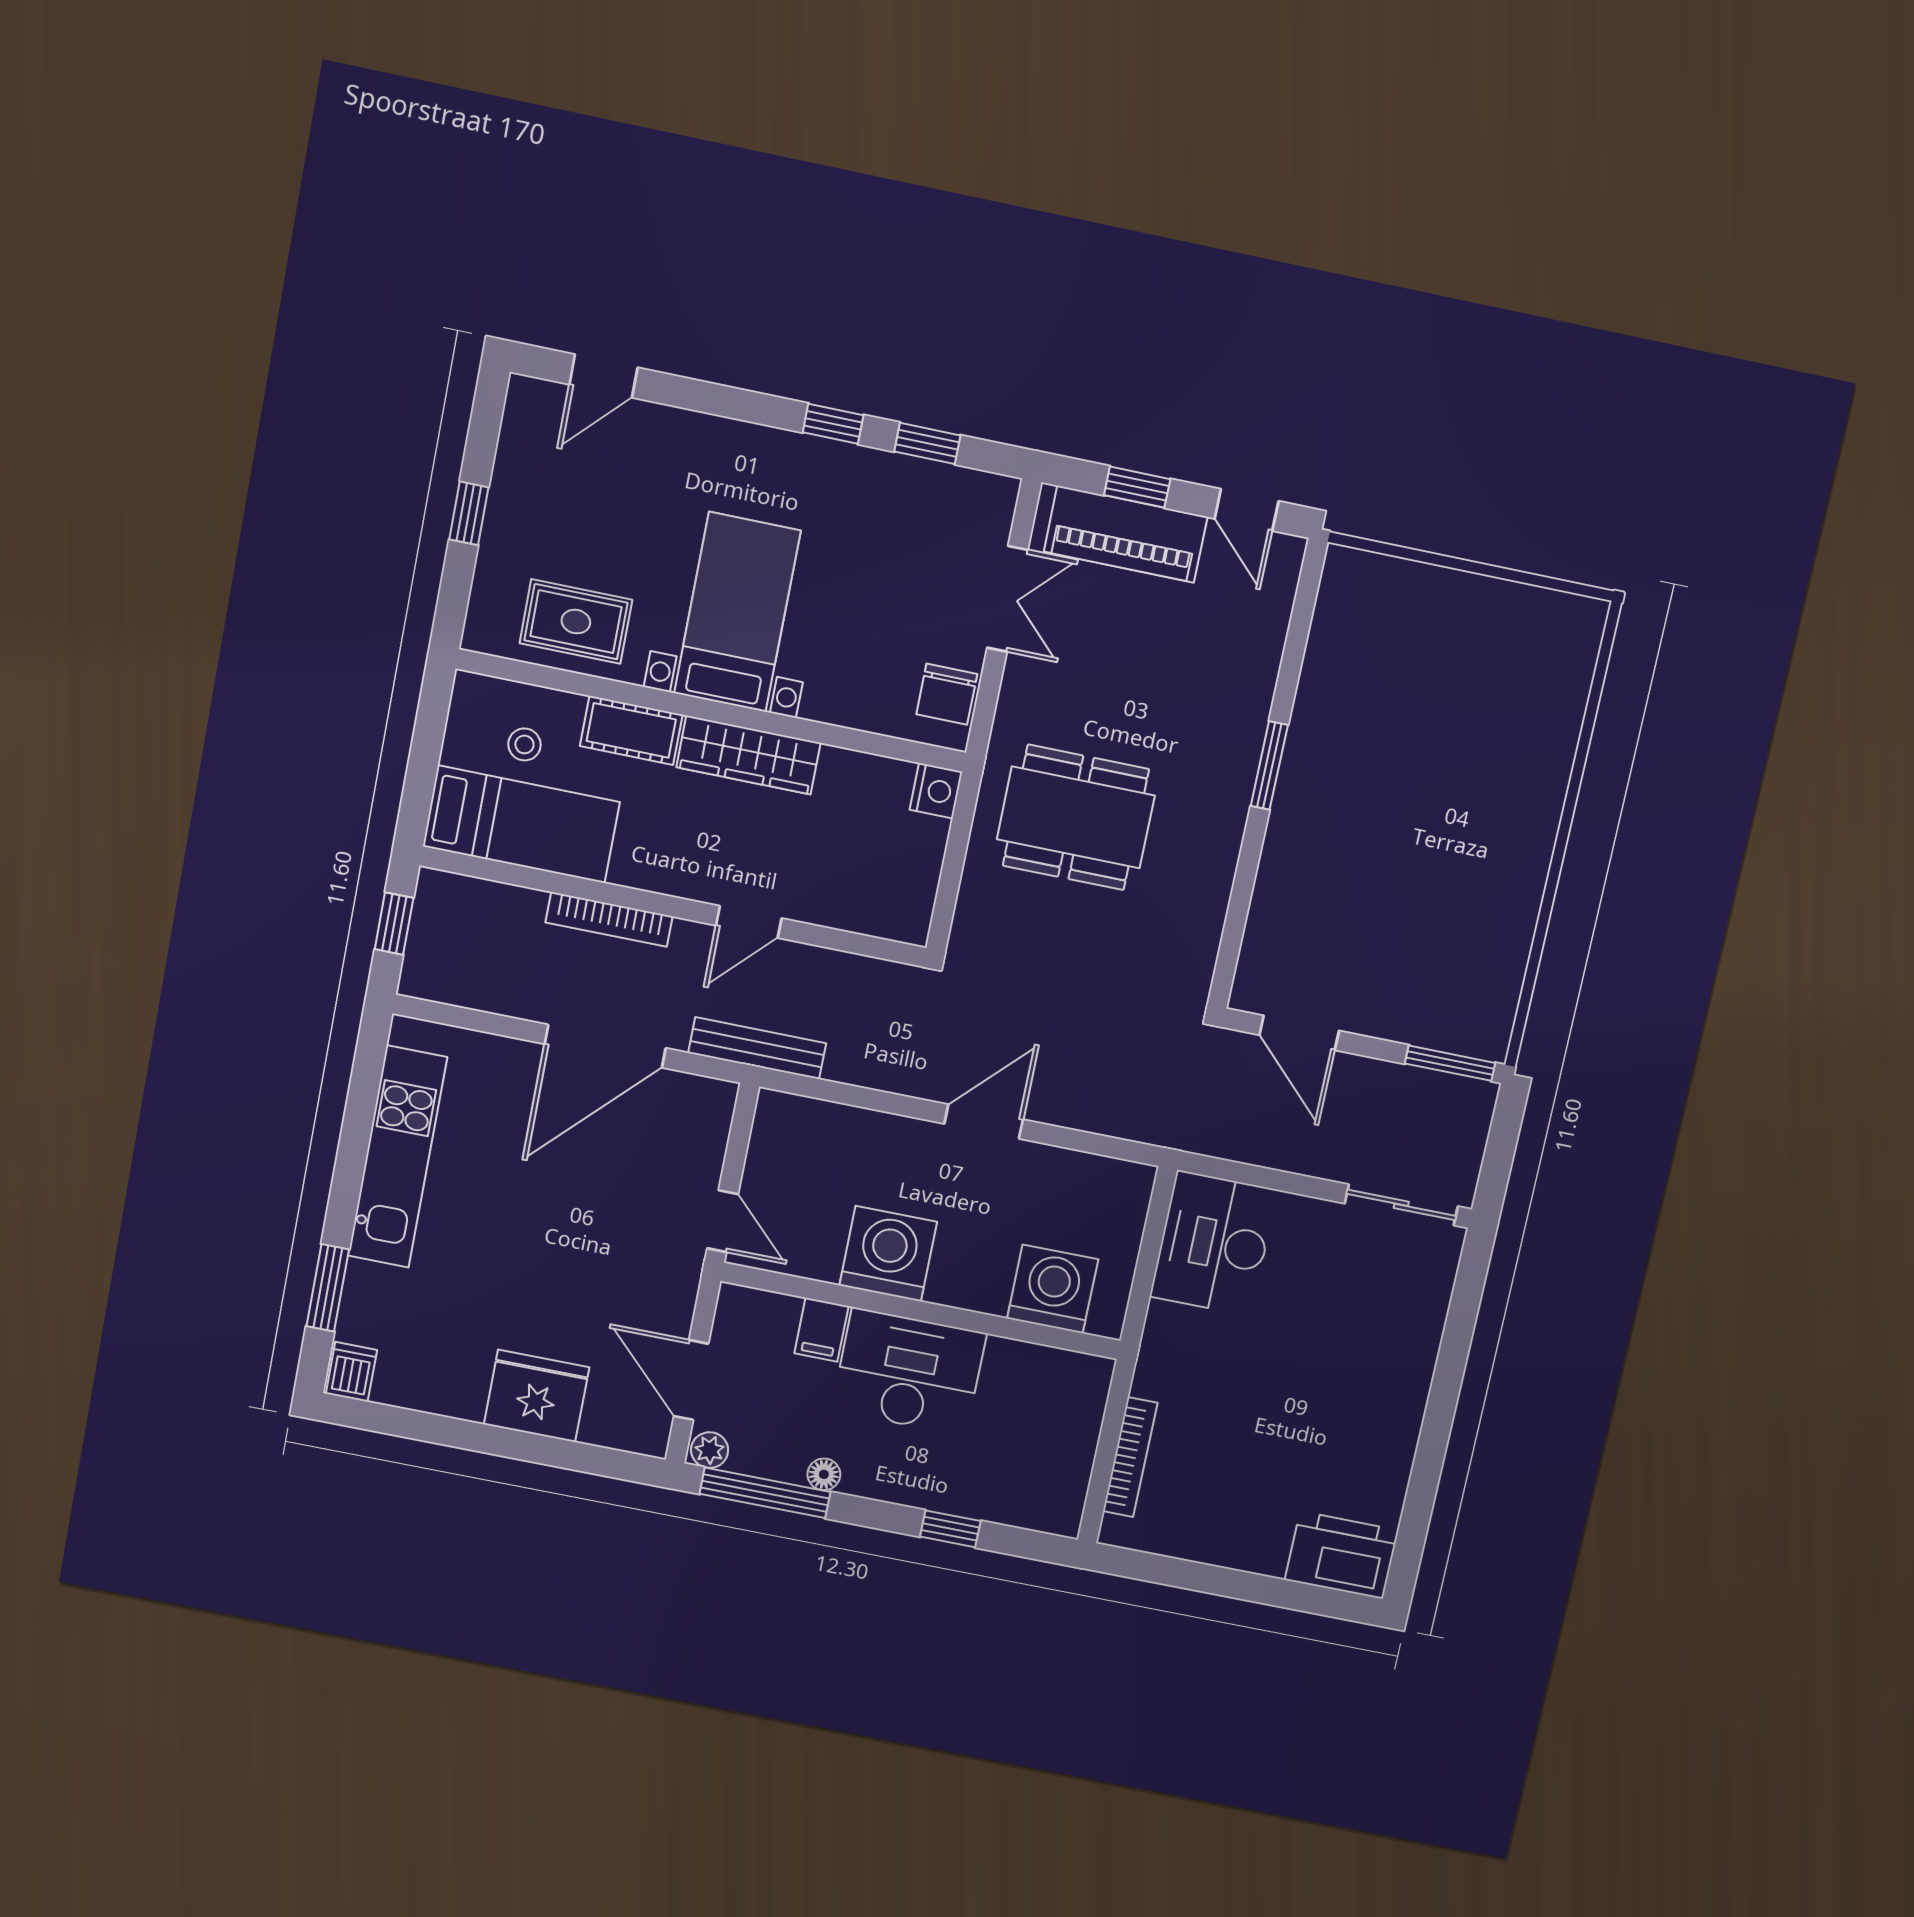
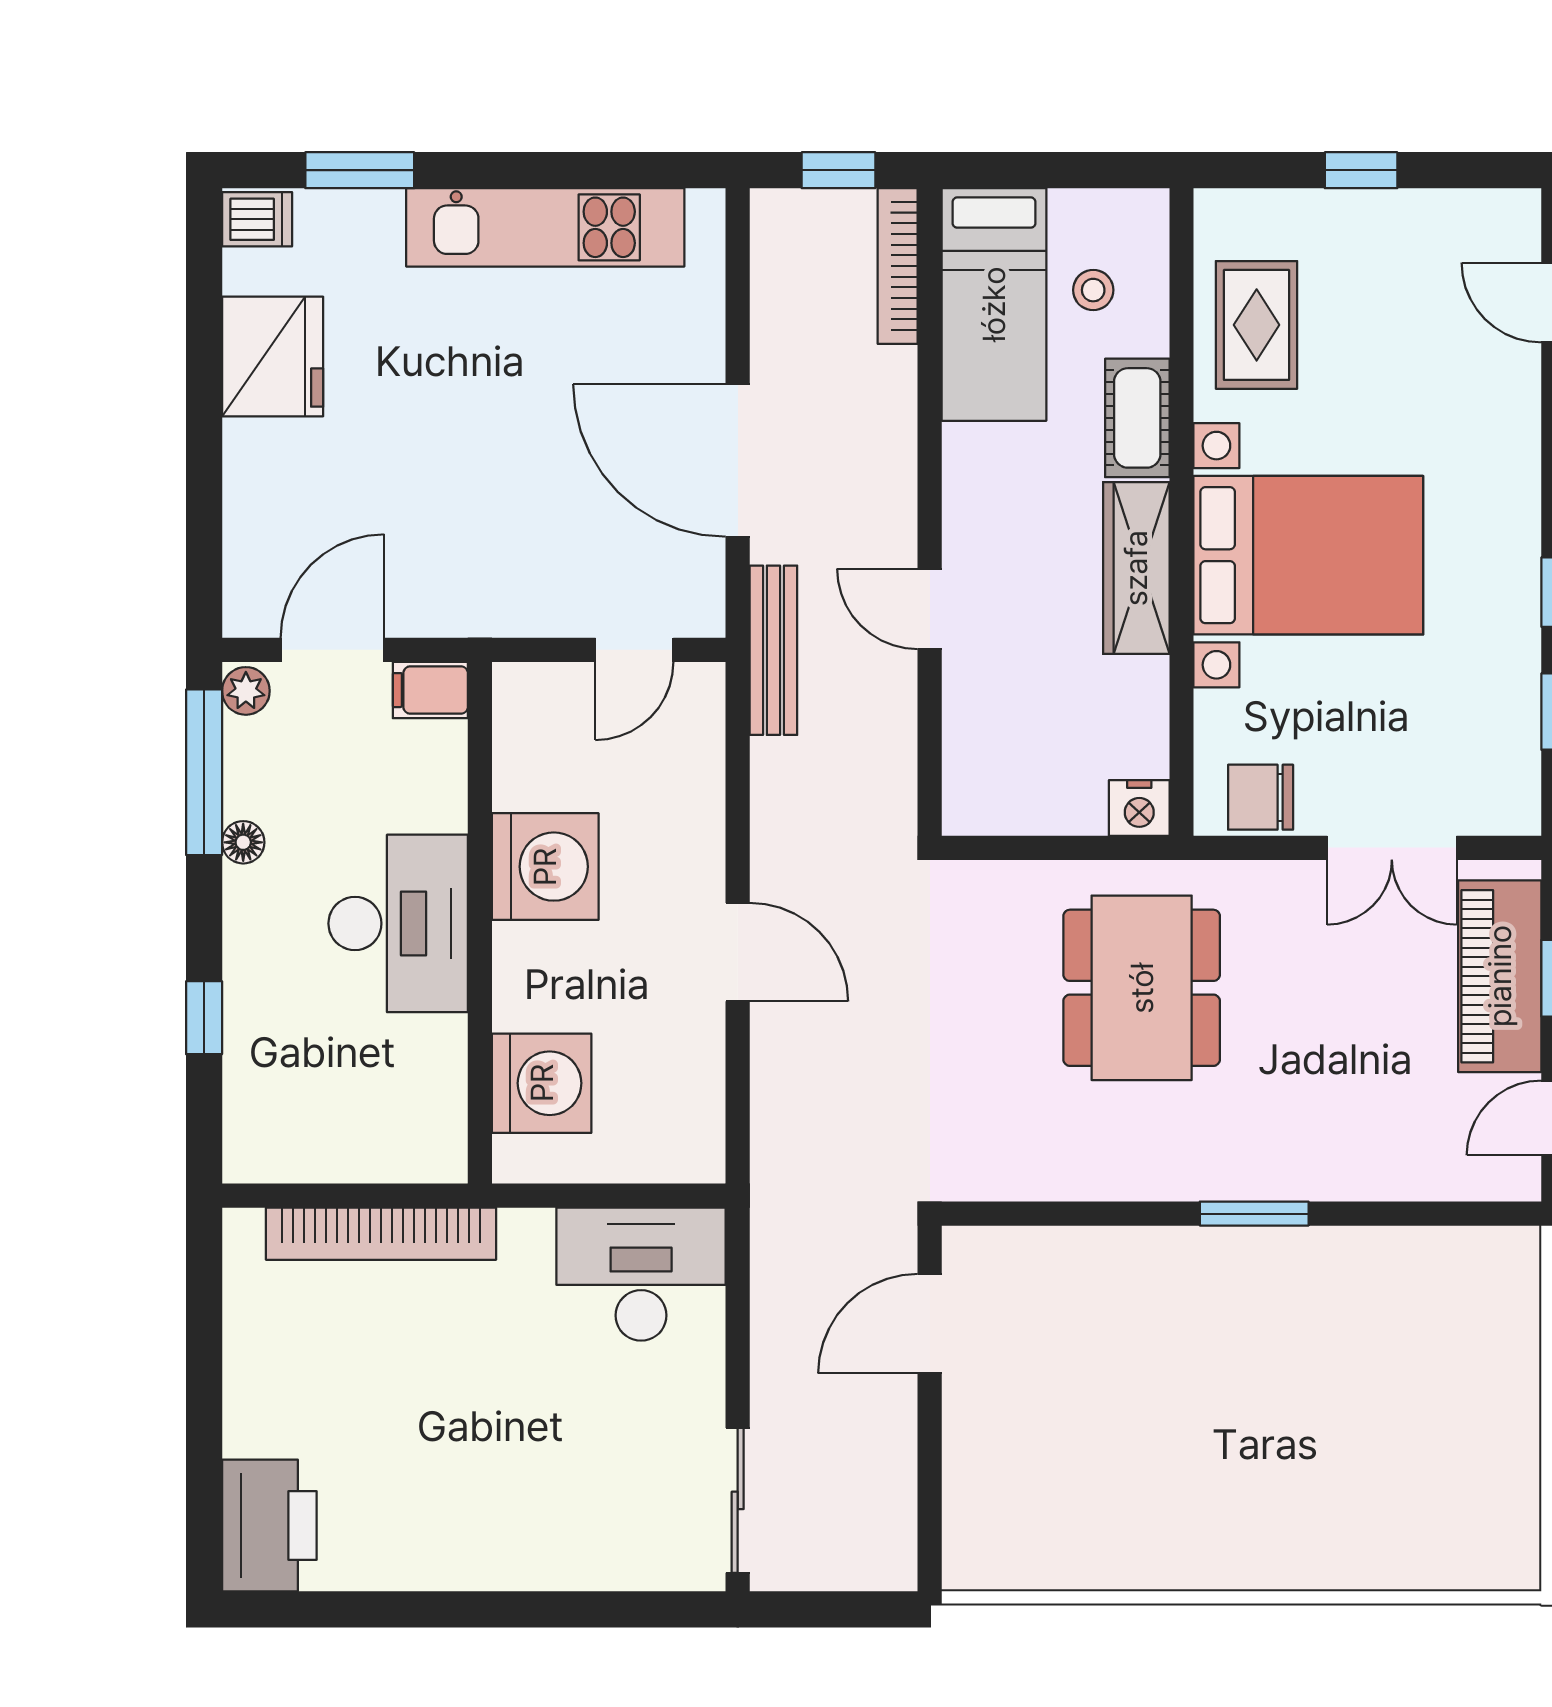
bed with nightstands: (737, 612) -> (1308, 555), width x1.36
bookcase: (609, 919) -> (898, 266), moved
window: (1450, 1063) -> (930, 1521), removed
door: (723, 1221) -> (634, 650), moved
filing cabinet: (821, 1330) -> (430, 690), moved
fridge: (537, 1396) -> (273, 357), moved
bookcase: (1130, 1457) -> (381, 1234), width x1.48, depth x1.31

